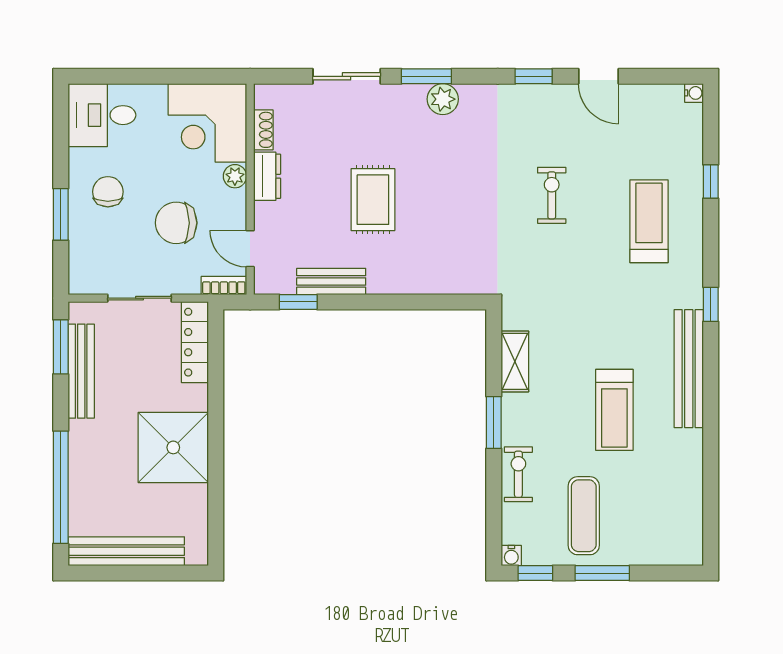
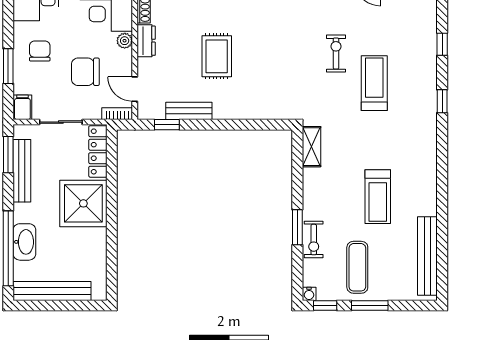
treadmill: (649, 221) -> (374, 83), moved
filing cabinet: (82, 276) -> (22, 107), added
window: (711, 304) -> (442, 101), moved
shelving: (515, 361) -> (311, 147), moved
bench: (689, 369) -> (427, 256), moved
window: (494, 422) -> (297, 227), moved
shower: (173, 447) -> (83, 203), moved
exercise bike: (518, 474) -> (314, 240), turned 180
washbasin: (85, 478) -> (24, 242), added

